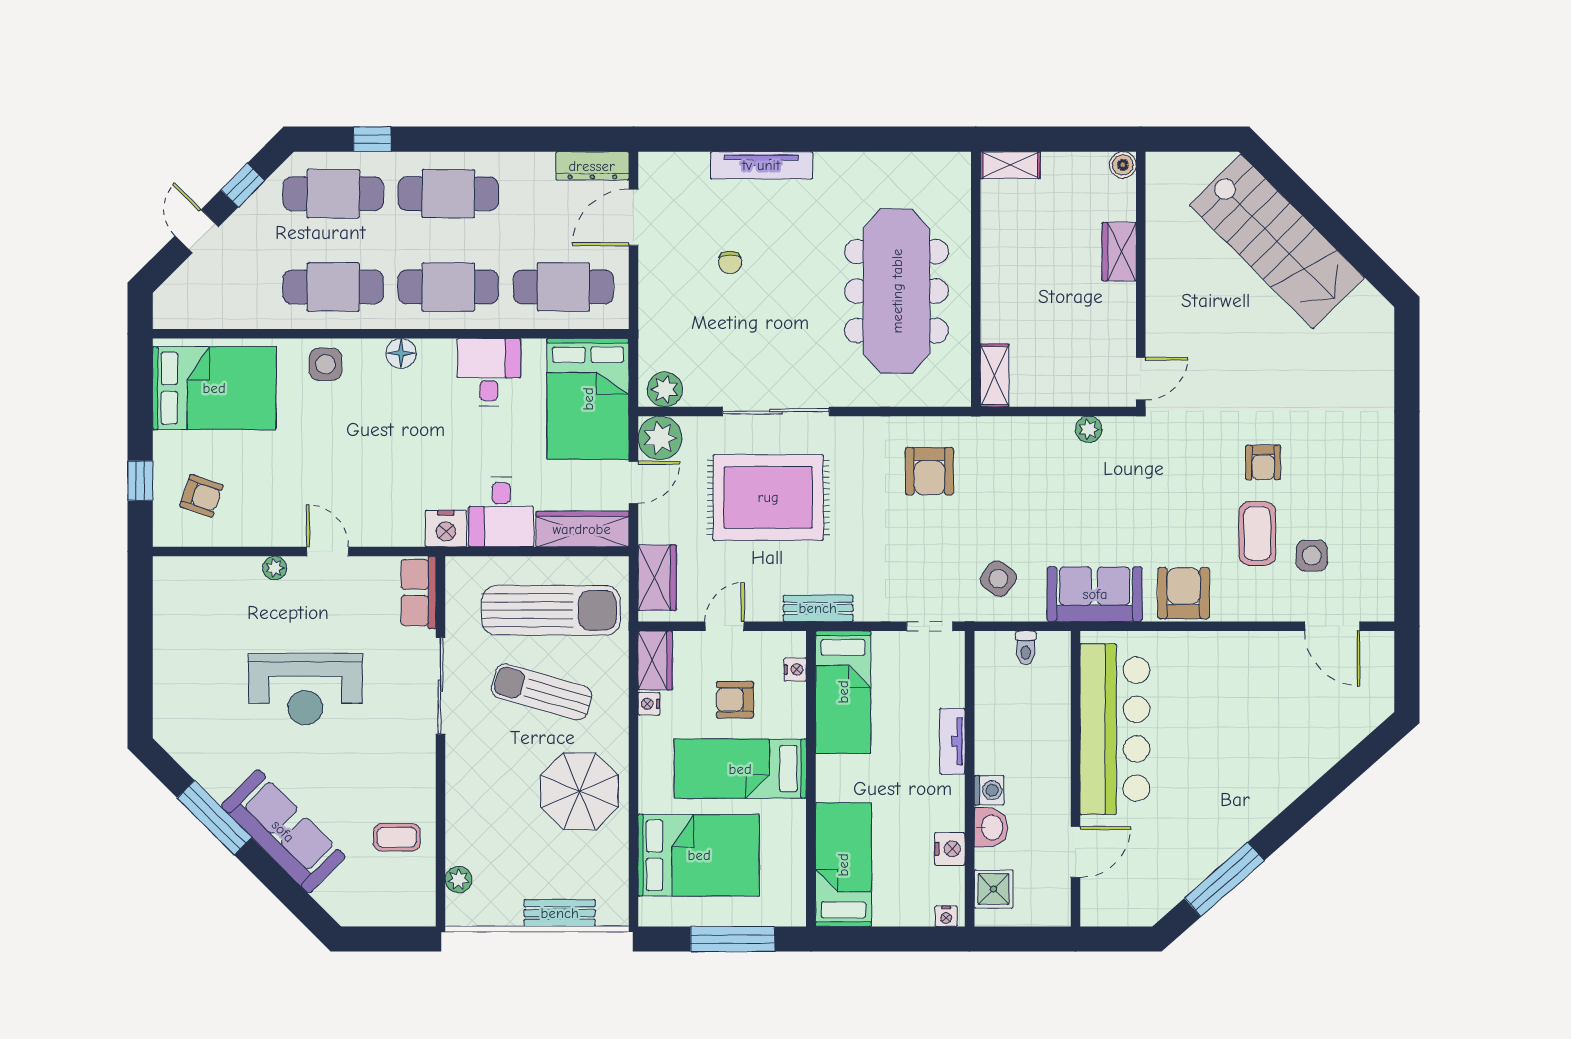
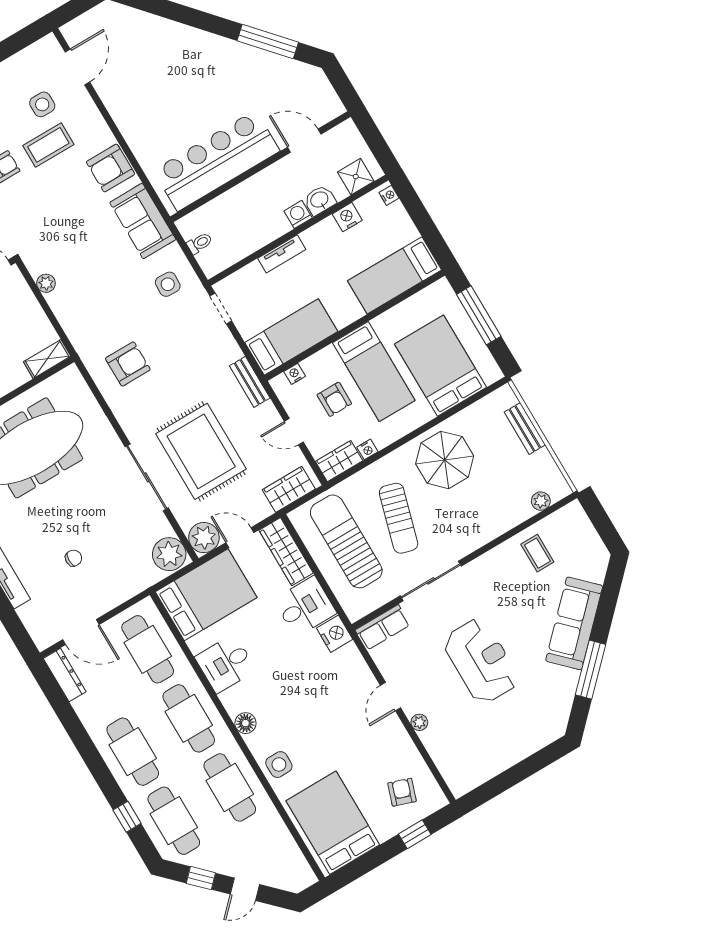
plant: (665, 389) -> (169, 554), width x1.36, depth x1.36
side table: (998, 579) -> (168, 284), turned -34

